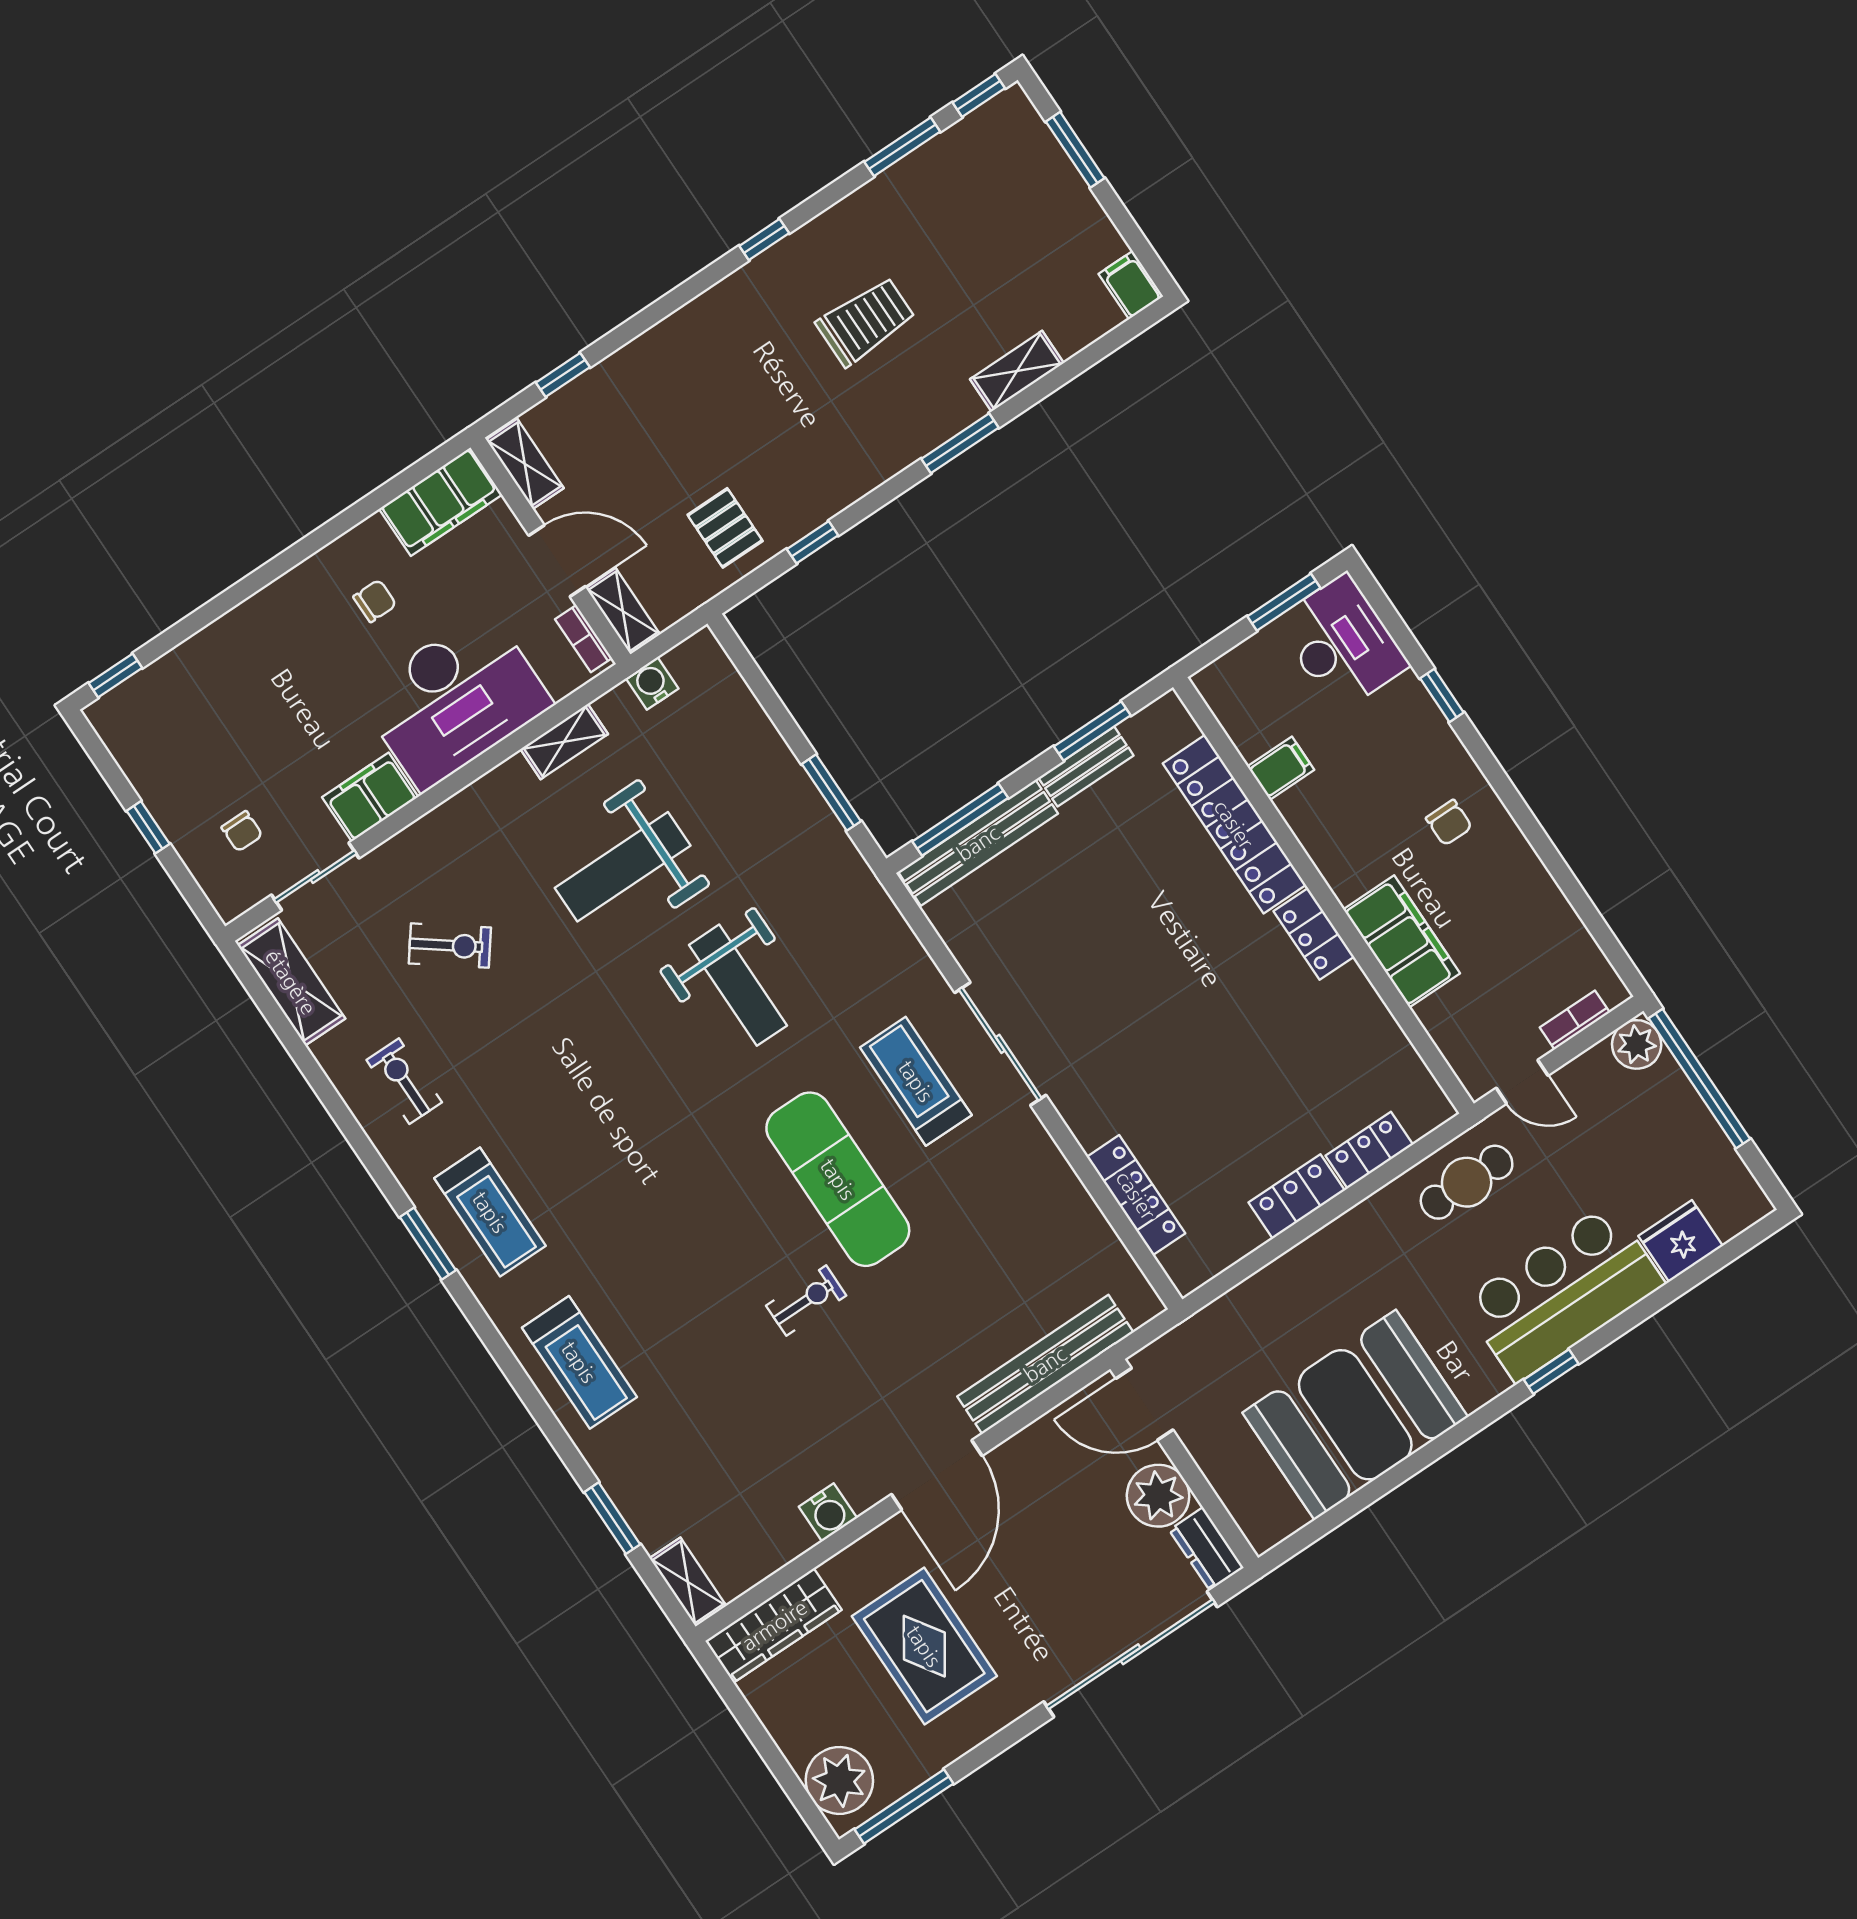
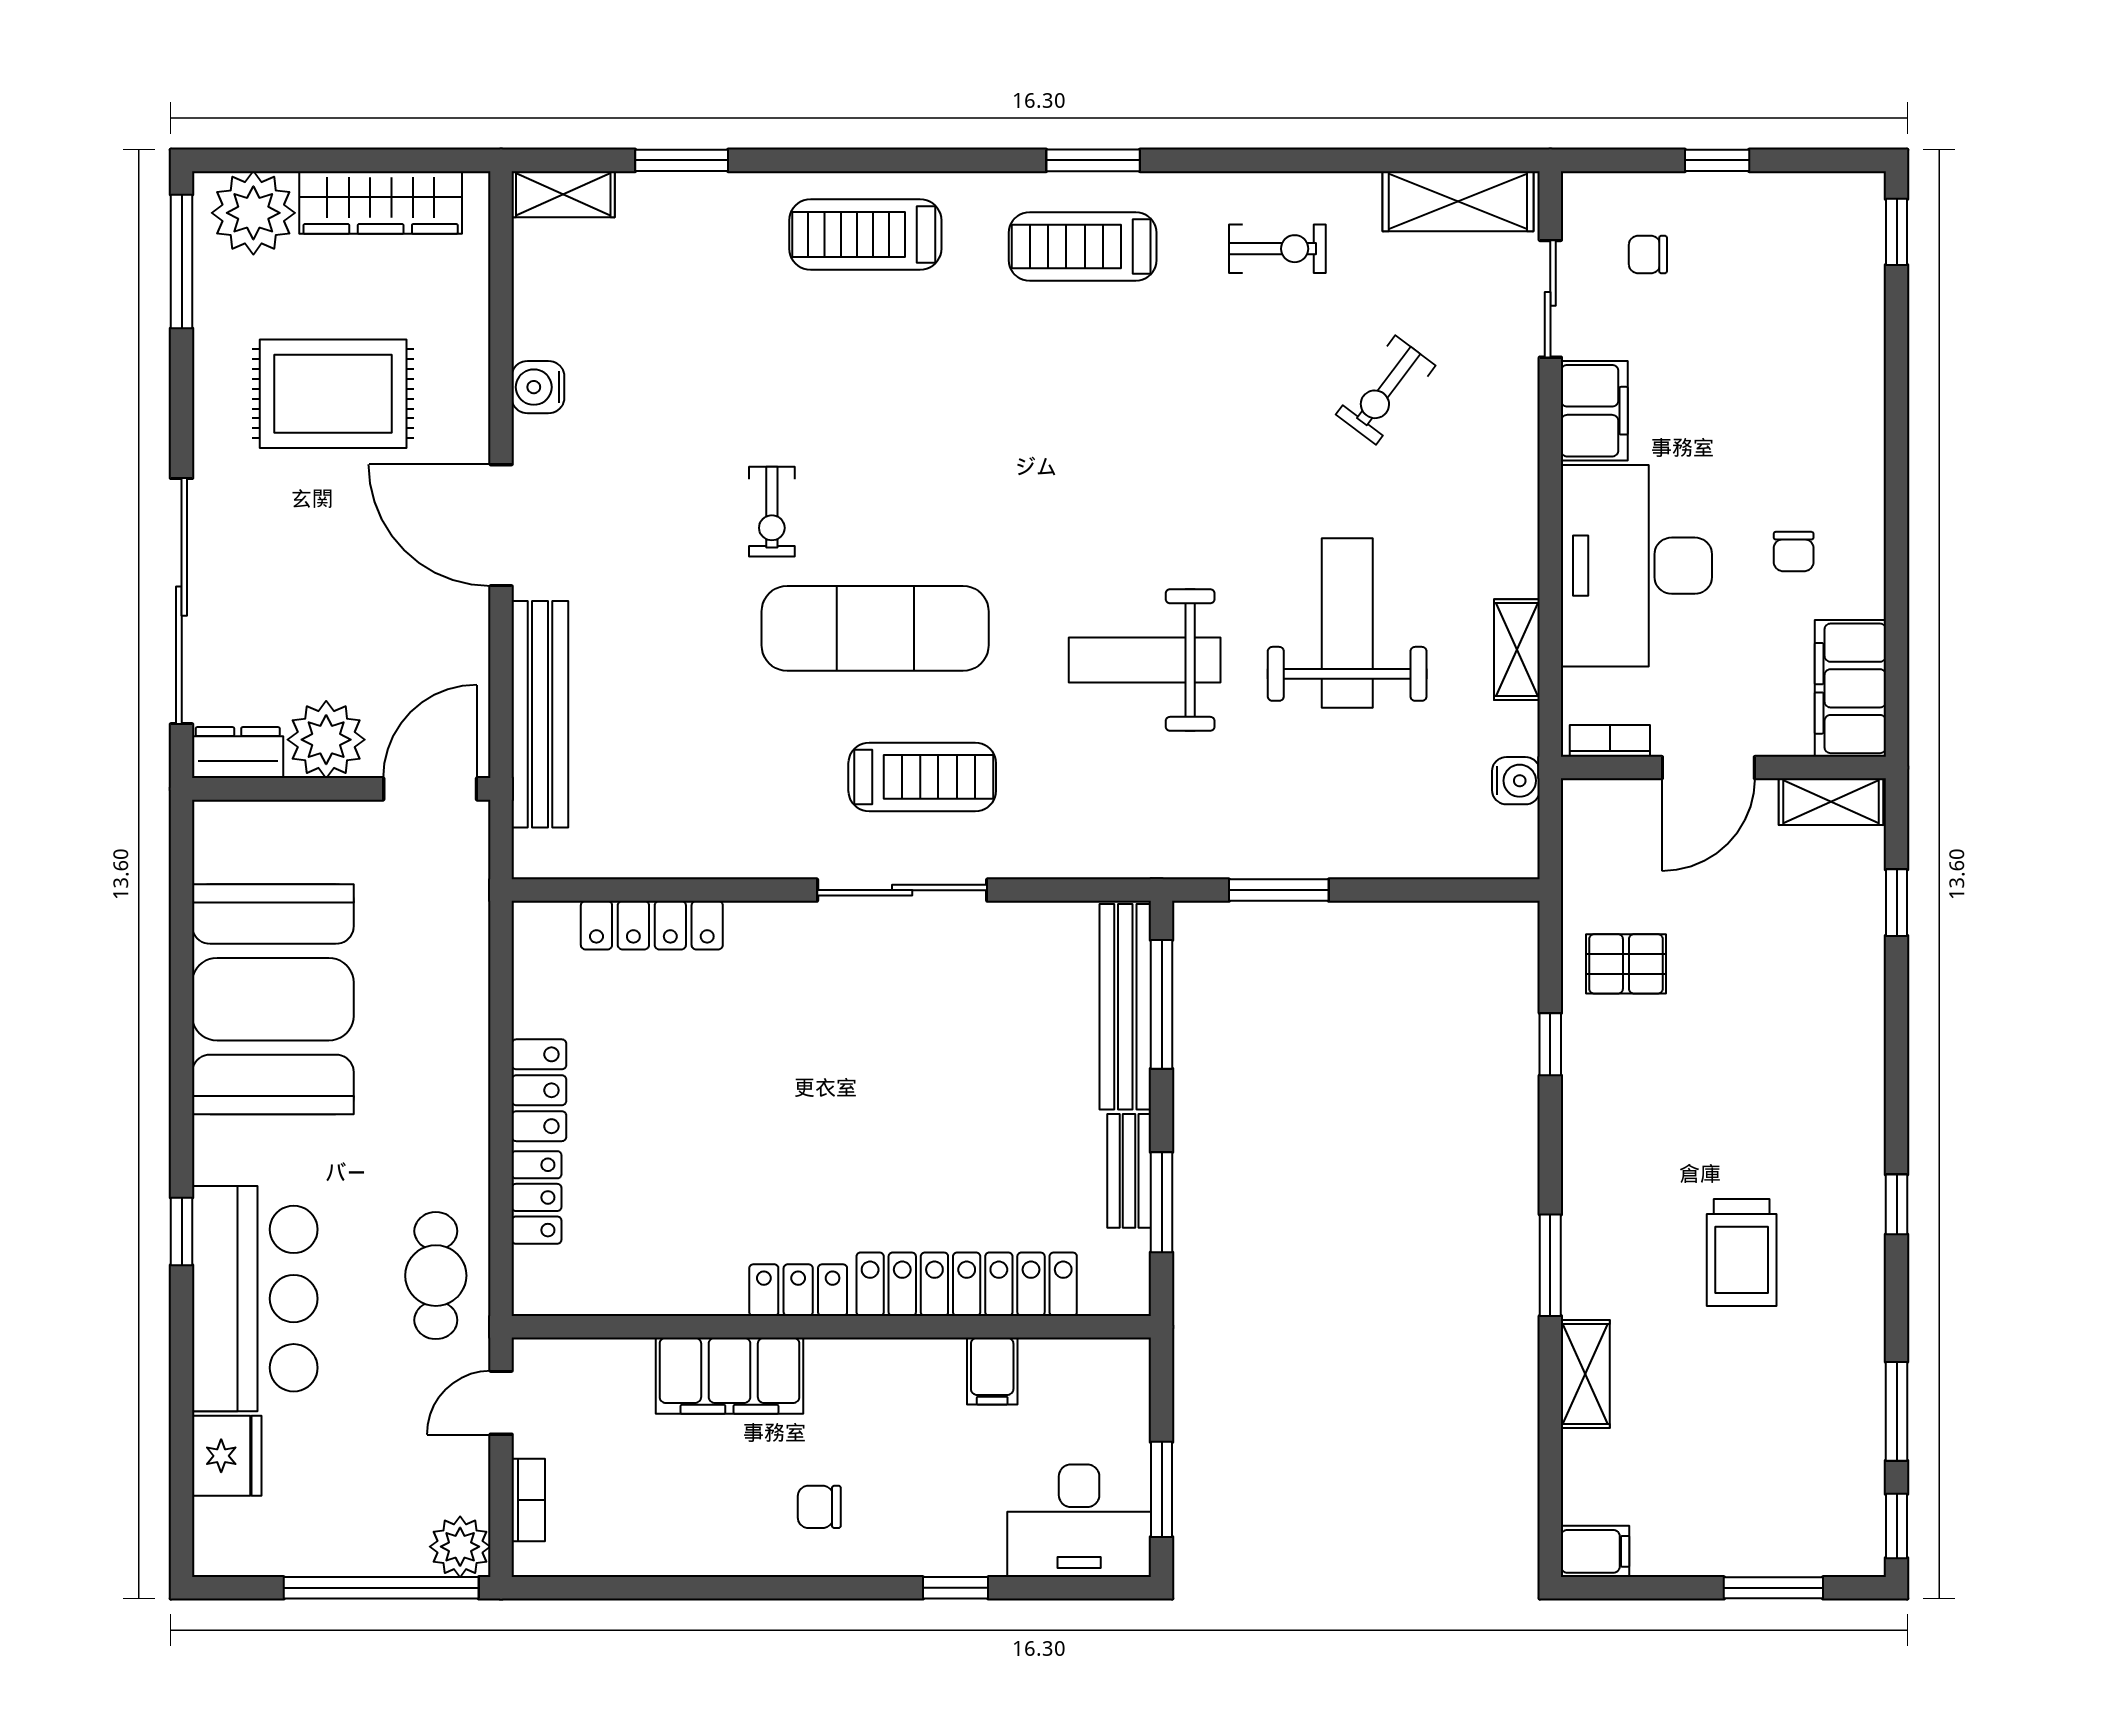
shelving: (623, 611) -> (1611, 801), removed
wardrobe: (774, 1625) -> (381, 202), moved, turned -90

